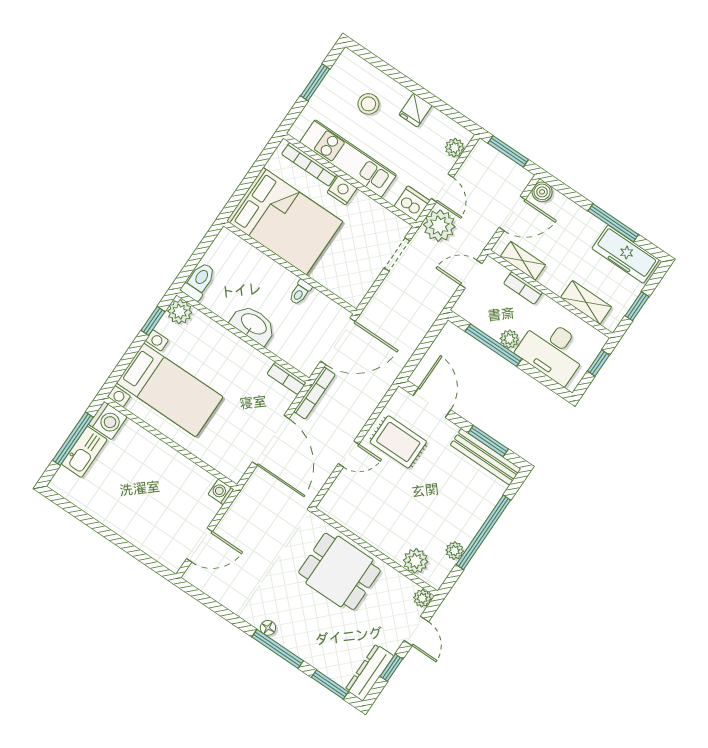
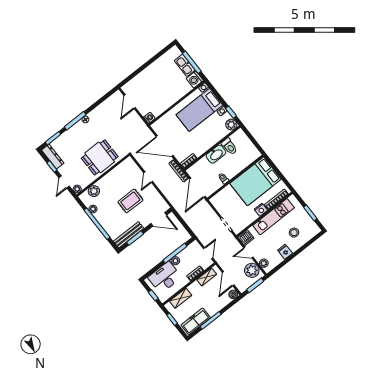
plant: (439, 226) -> (252, 270), moved
toilet: (199, 281) -> (229, 146), moved
rug: (398, 442) -> (130, 201), moved
door: (416, 631) -> (64, 182), hinge flipped

